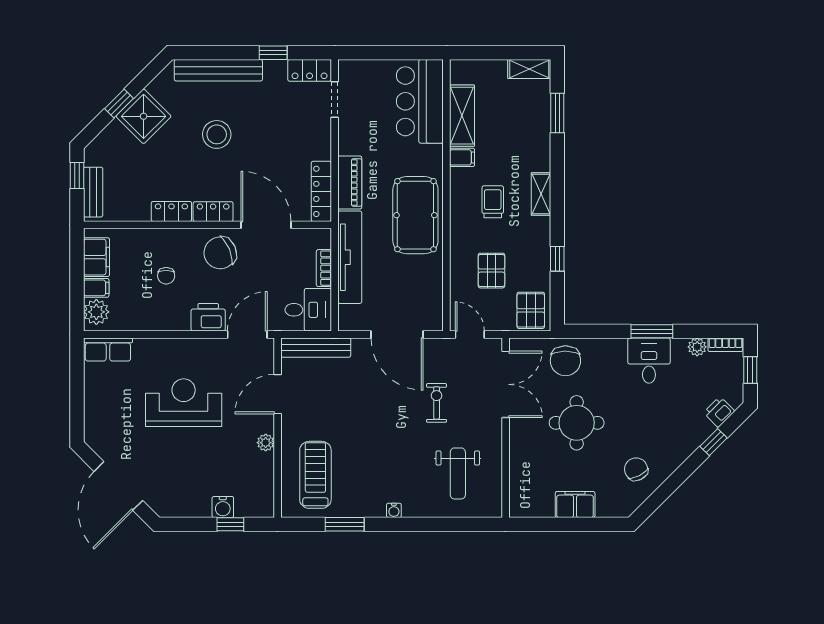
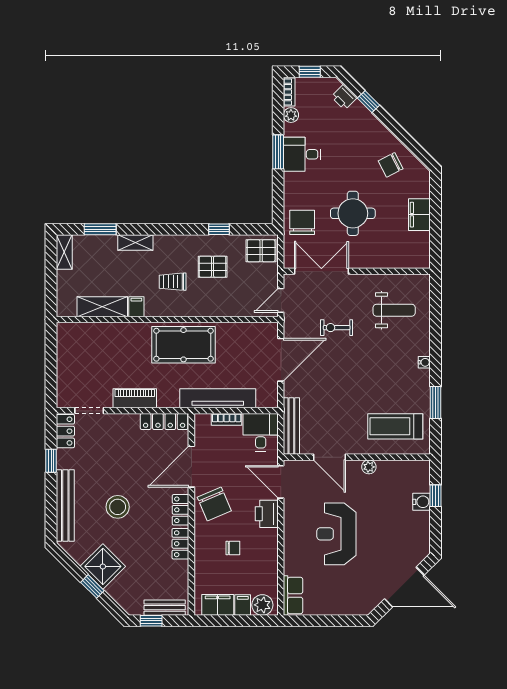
bar counter: (420, 101) -> (91, 341), removed
piano: (350, 183) -> (135, 398), moved
shelving: (541, 194) -> (135, 242), moved
pallet: (491, 271) -> (213, 267), moved
chair: (565, 361) -> (302, 222), turned -90

